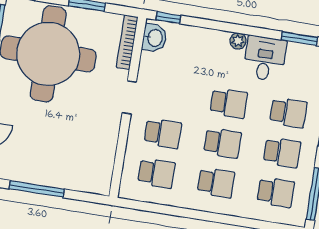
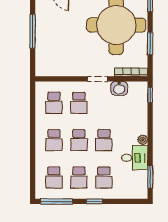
washbasin: (154, 38) -> (119, 88), moved

